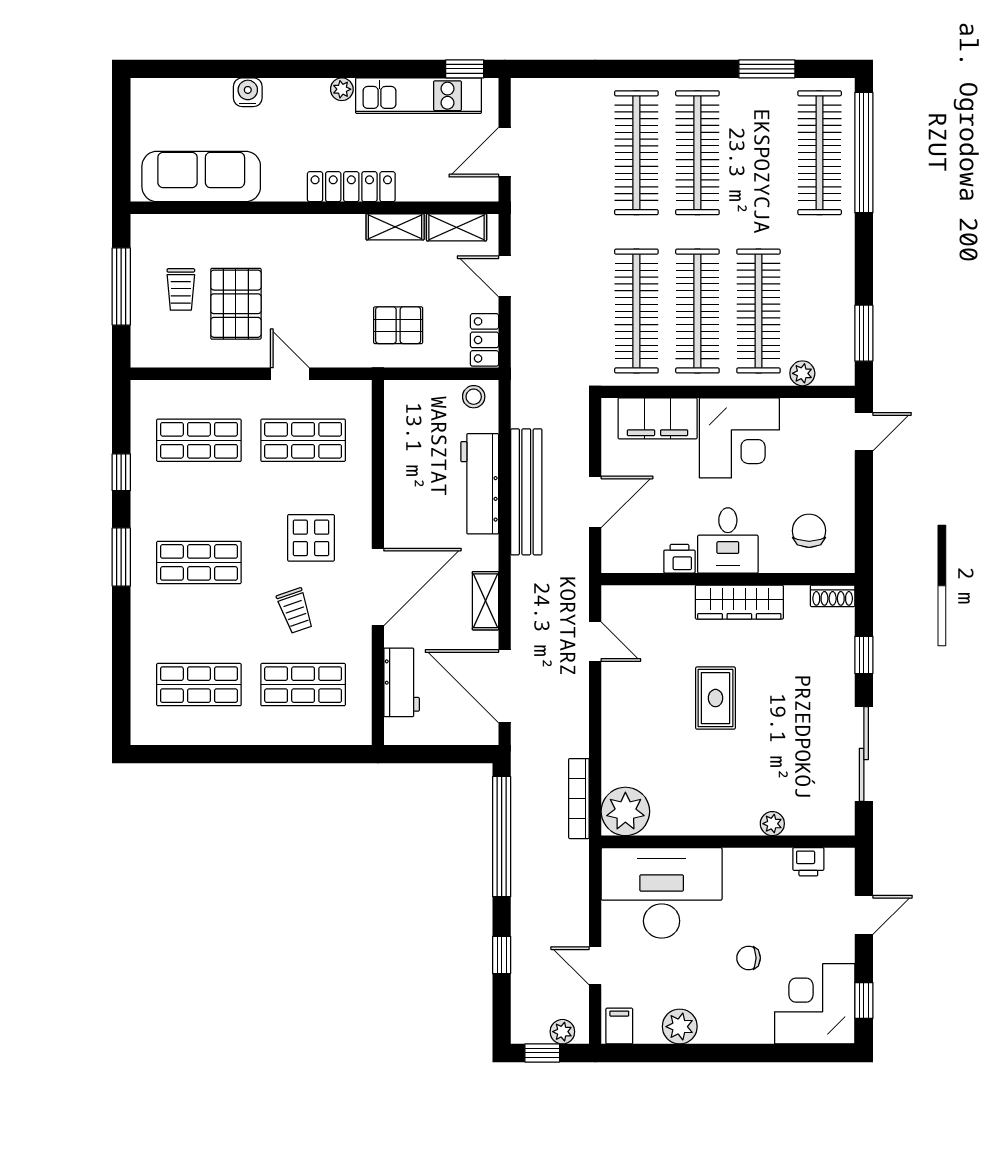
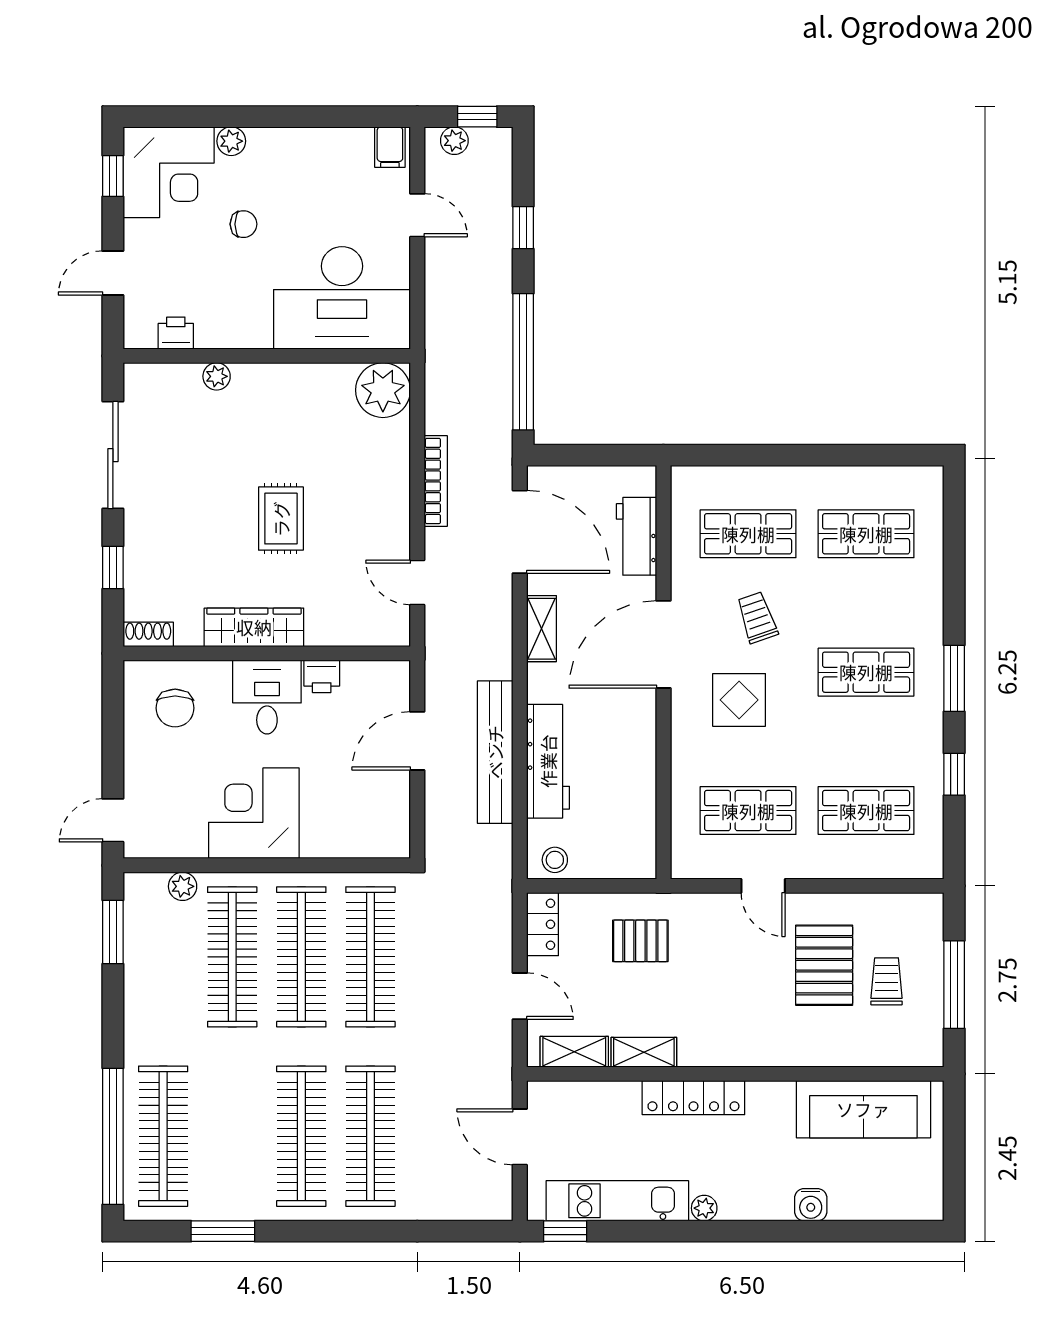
door: (505, 152) -> (520, 1137), swing flipped
filing cabinet: (658, 418) -> (347, 835), removed
bookcase: (579, 799) -> (436, 481), moved
plant: (680, 1027) -> (231, 141), moved, width x0.73, depth x0.73

